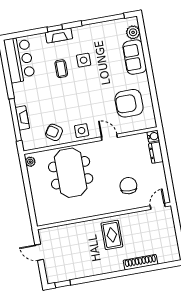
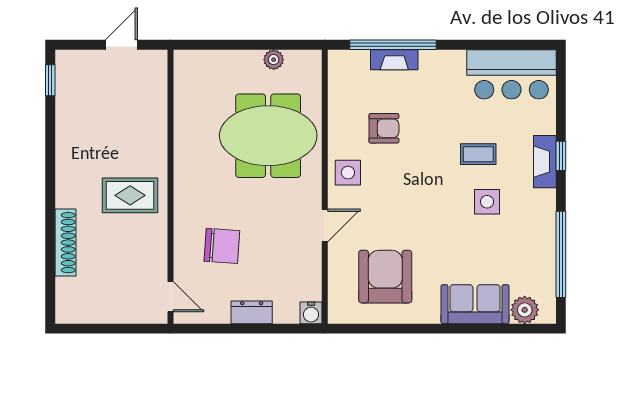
armchair: (54, 132) -> (384, 128), moved, turned 56
dresser: (156, 153) -> (252, 312), moved
plant: (30, 162) -> (274, 60), moved

